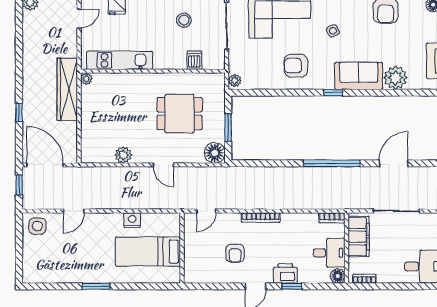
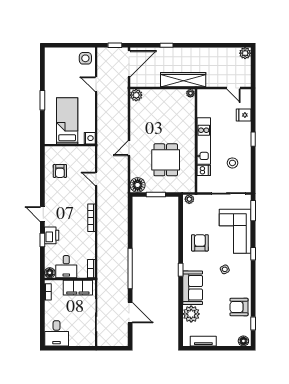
kitchen unit: (120, 60) -> (204, 141), moved
plant: (123, 155) -> (136, 95), moved
nightstand: (132, 220) -> (90, 138), moved
wall: (182, 248) -> (70, 145), moved
bed: (148, 252) -> (67, 121), moved
armchair: (235, 253) -> (60, 171), moved, turned -90

